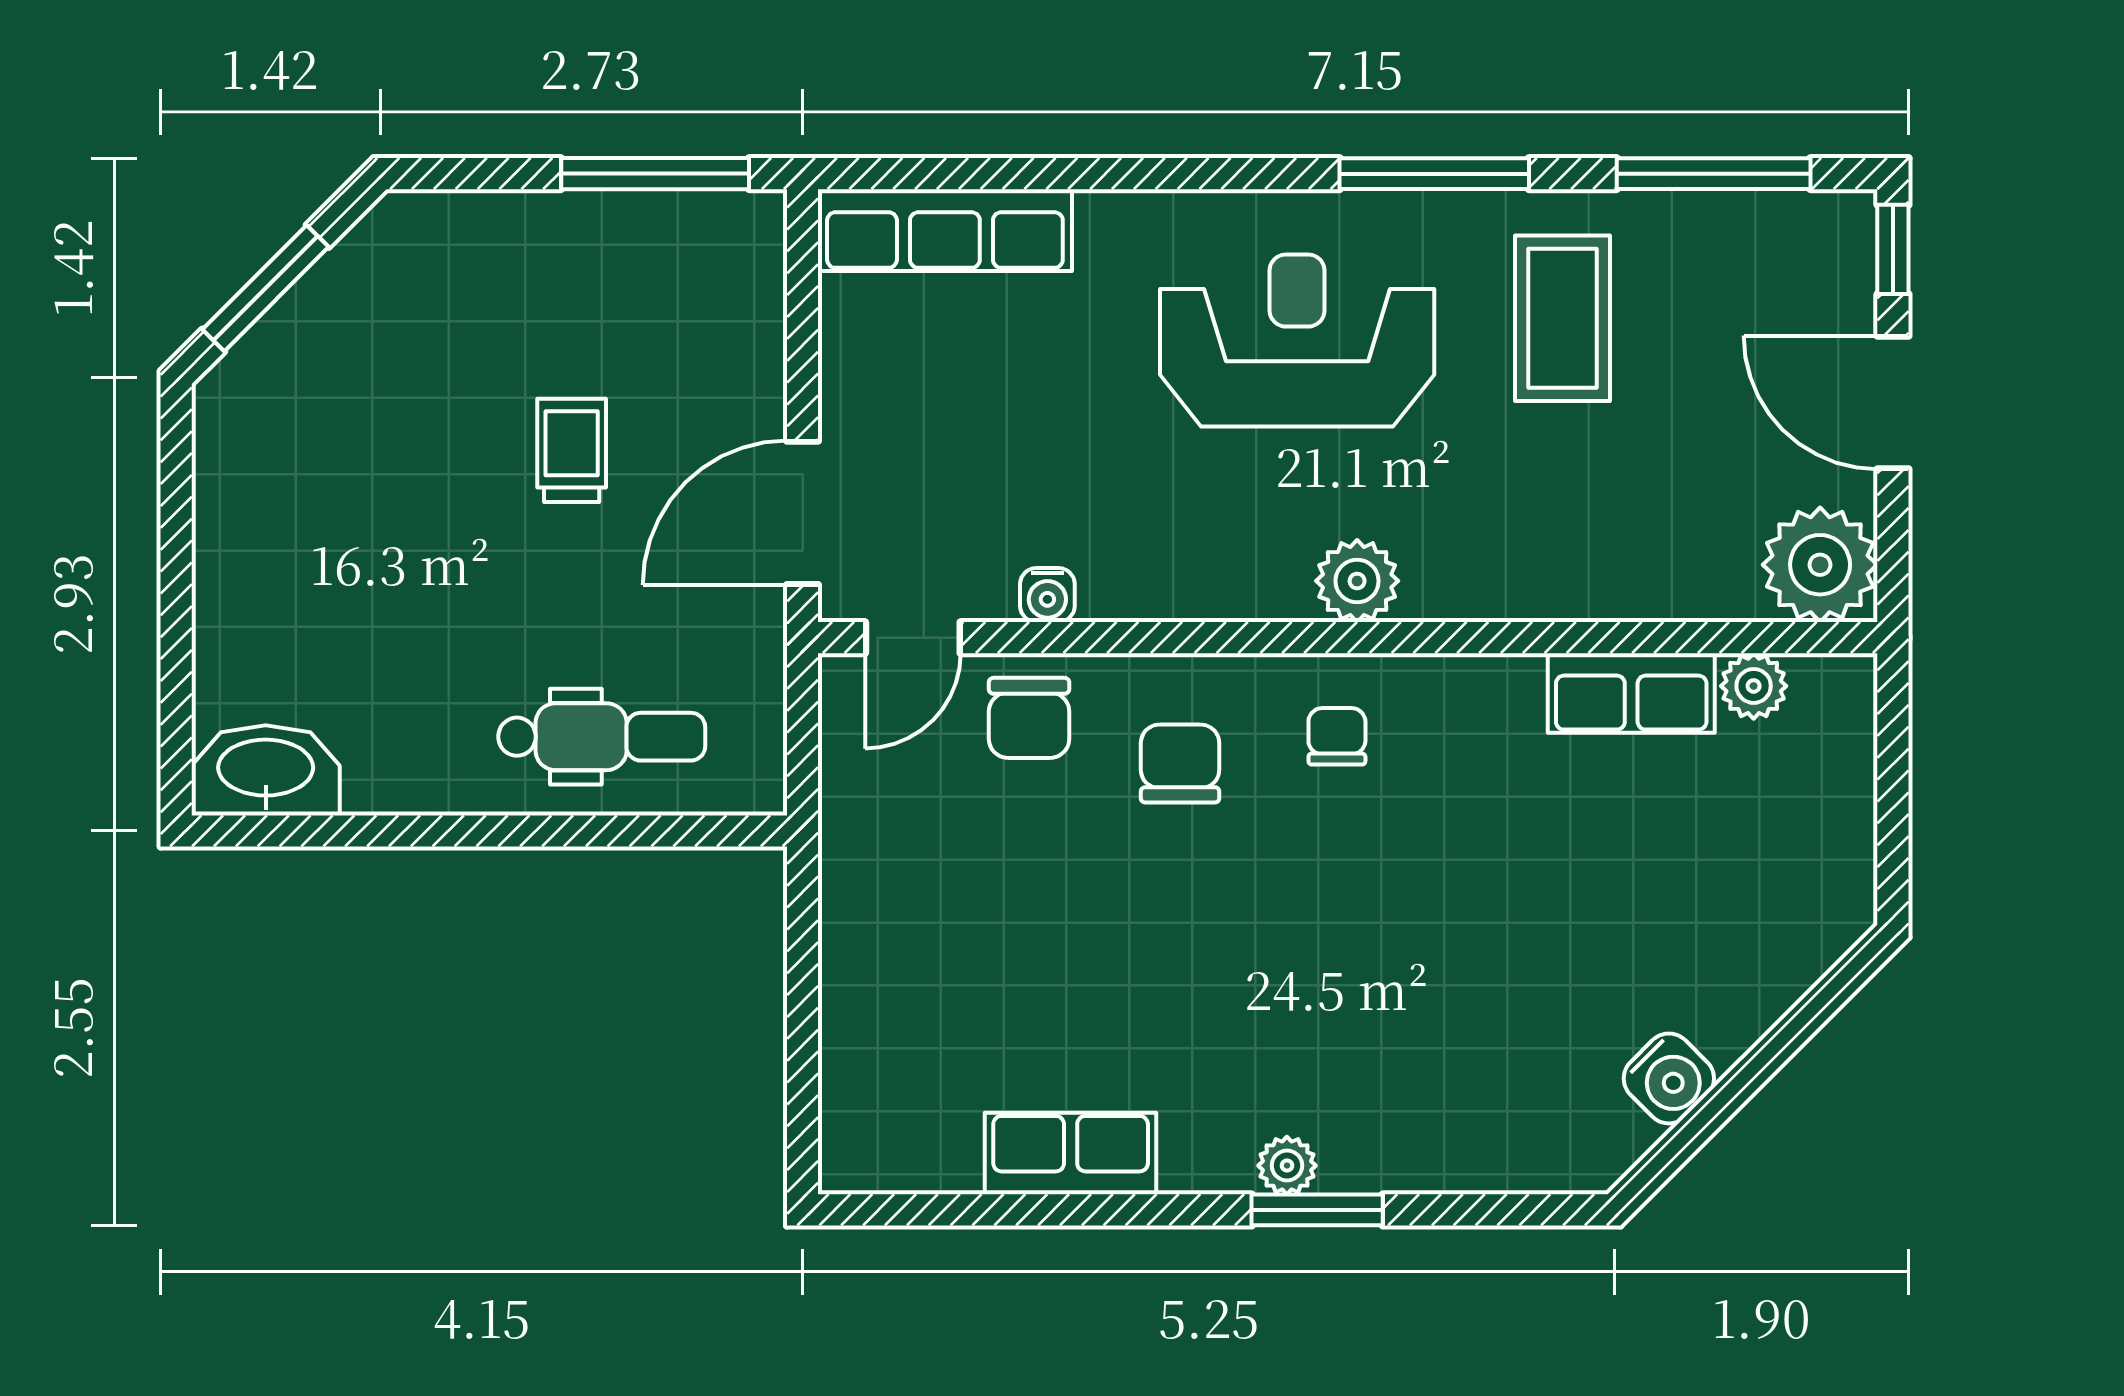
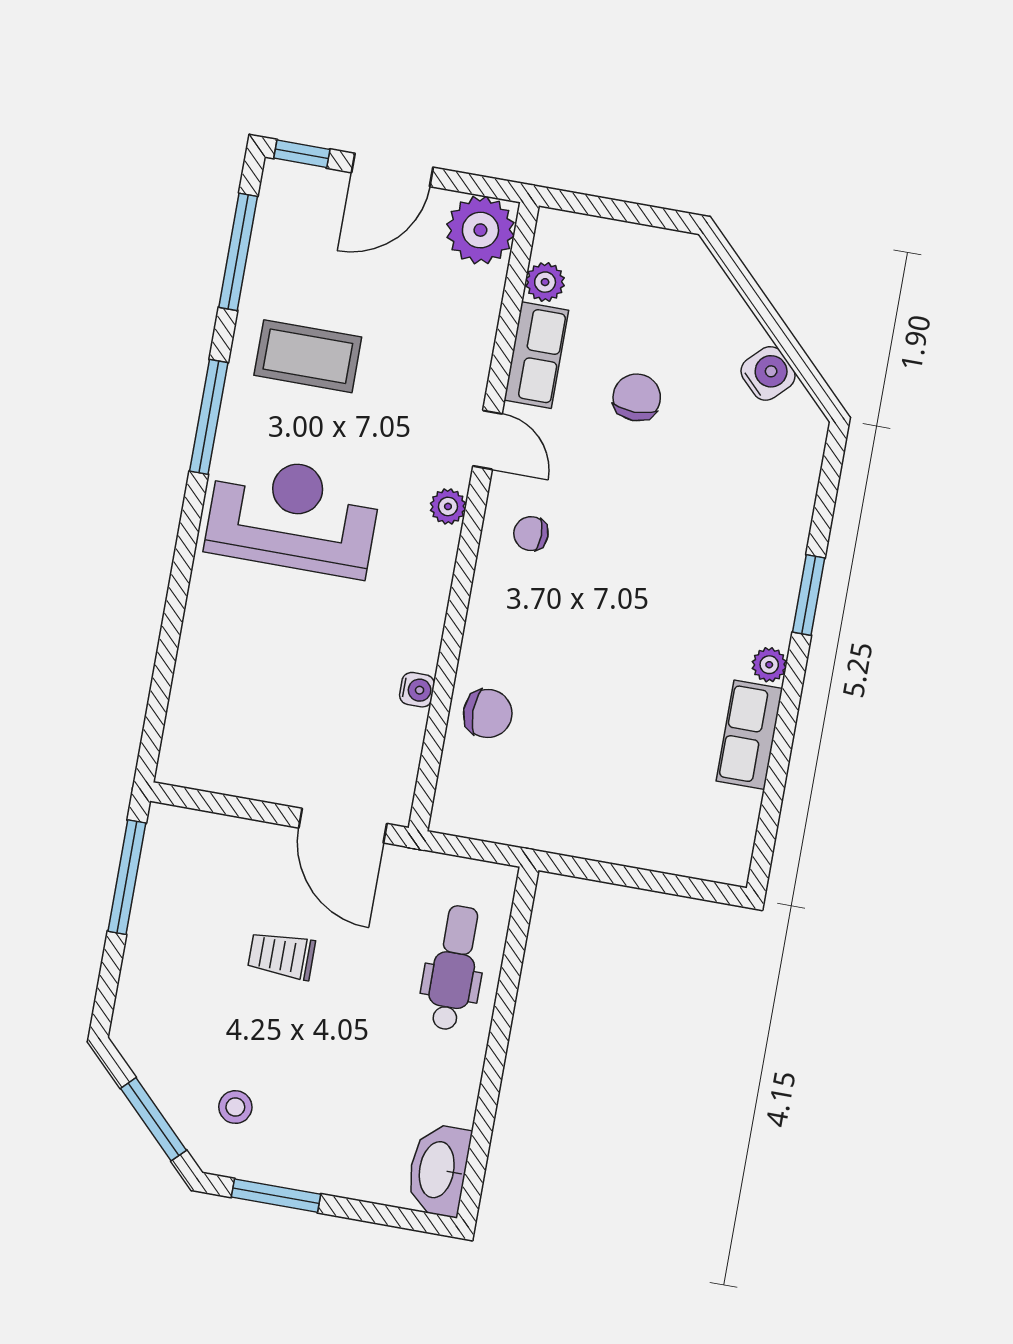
row of seats: (945, 230) -> (191, 712), removed
reception desk: (1297, 340) -> (293, 515), turned 90
stool: (310, 419) -> (235, 1107), added
window: (176, 512) -> (276, 1196), added
plant: (1357, 581) -> (448, 506), width x0.73, depth x0.73
door: (913, 638) -> (487, 440), moved
chair: (1180, 763) -> (637, 397), moved, turned 90
plant: (1287, 1166) -> (769, 665), moved

